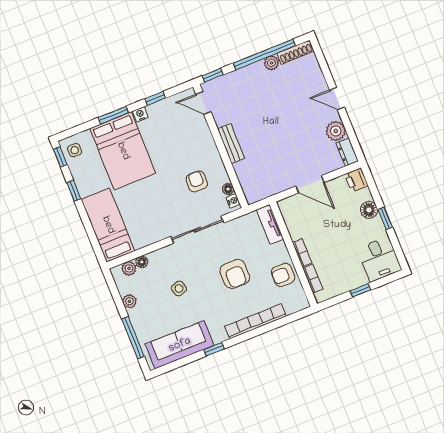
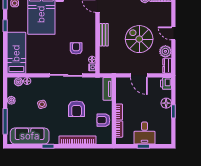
spiral stairs: (288, 128) -> (139, 39), added
desk: (379, 259) -> (144, 133), moved

